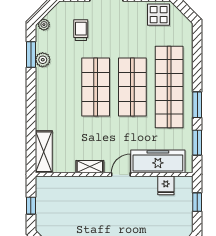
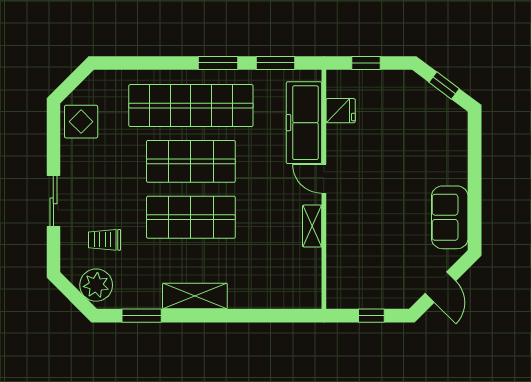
plant: (44, 25) -> (96, 285), width x1.87, depth x1.87
plant: (43, 60) -> (150, 298), removed
shelving: (44, 152) -> (195, 296), moved

